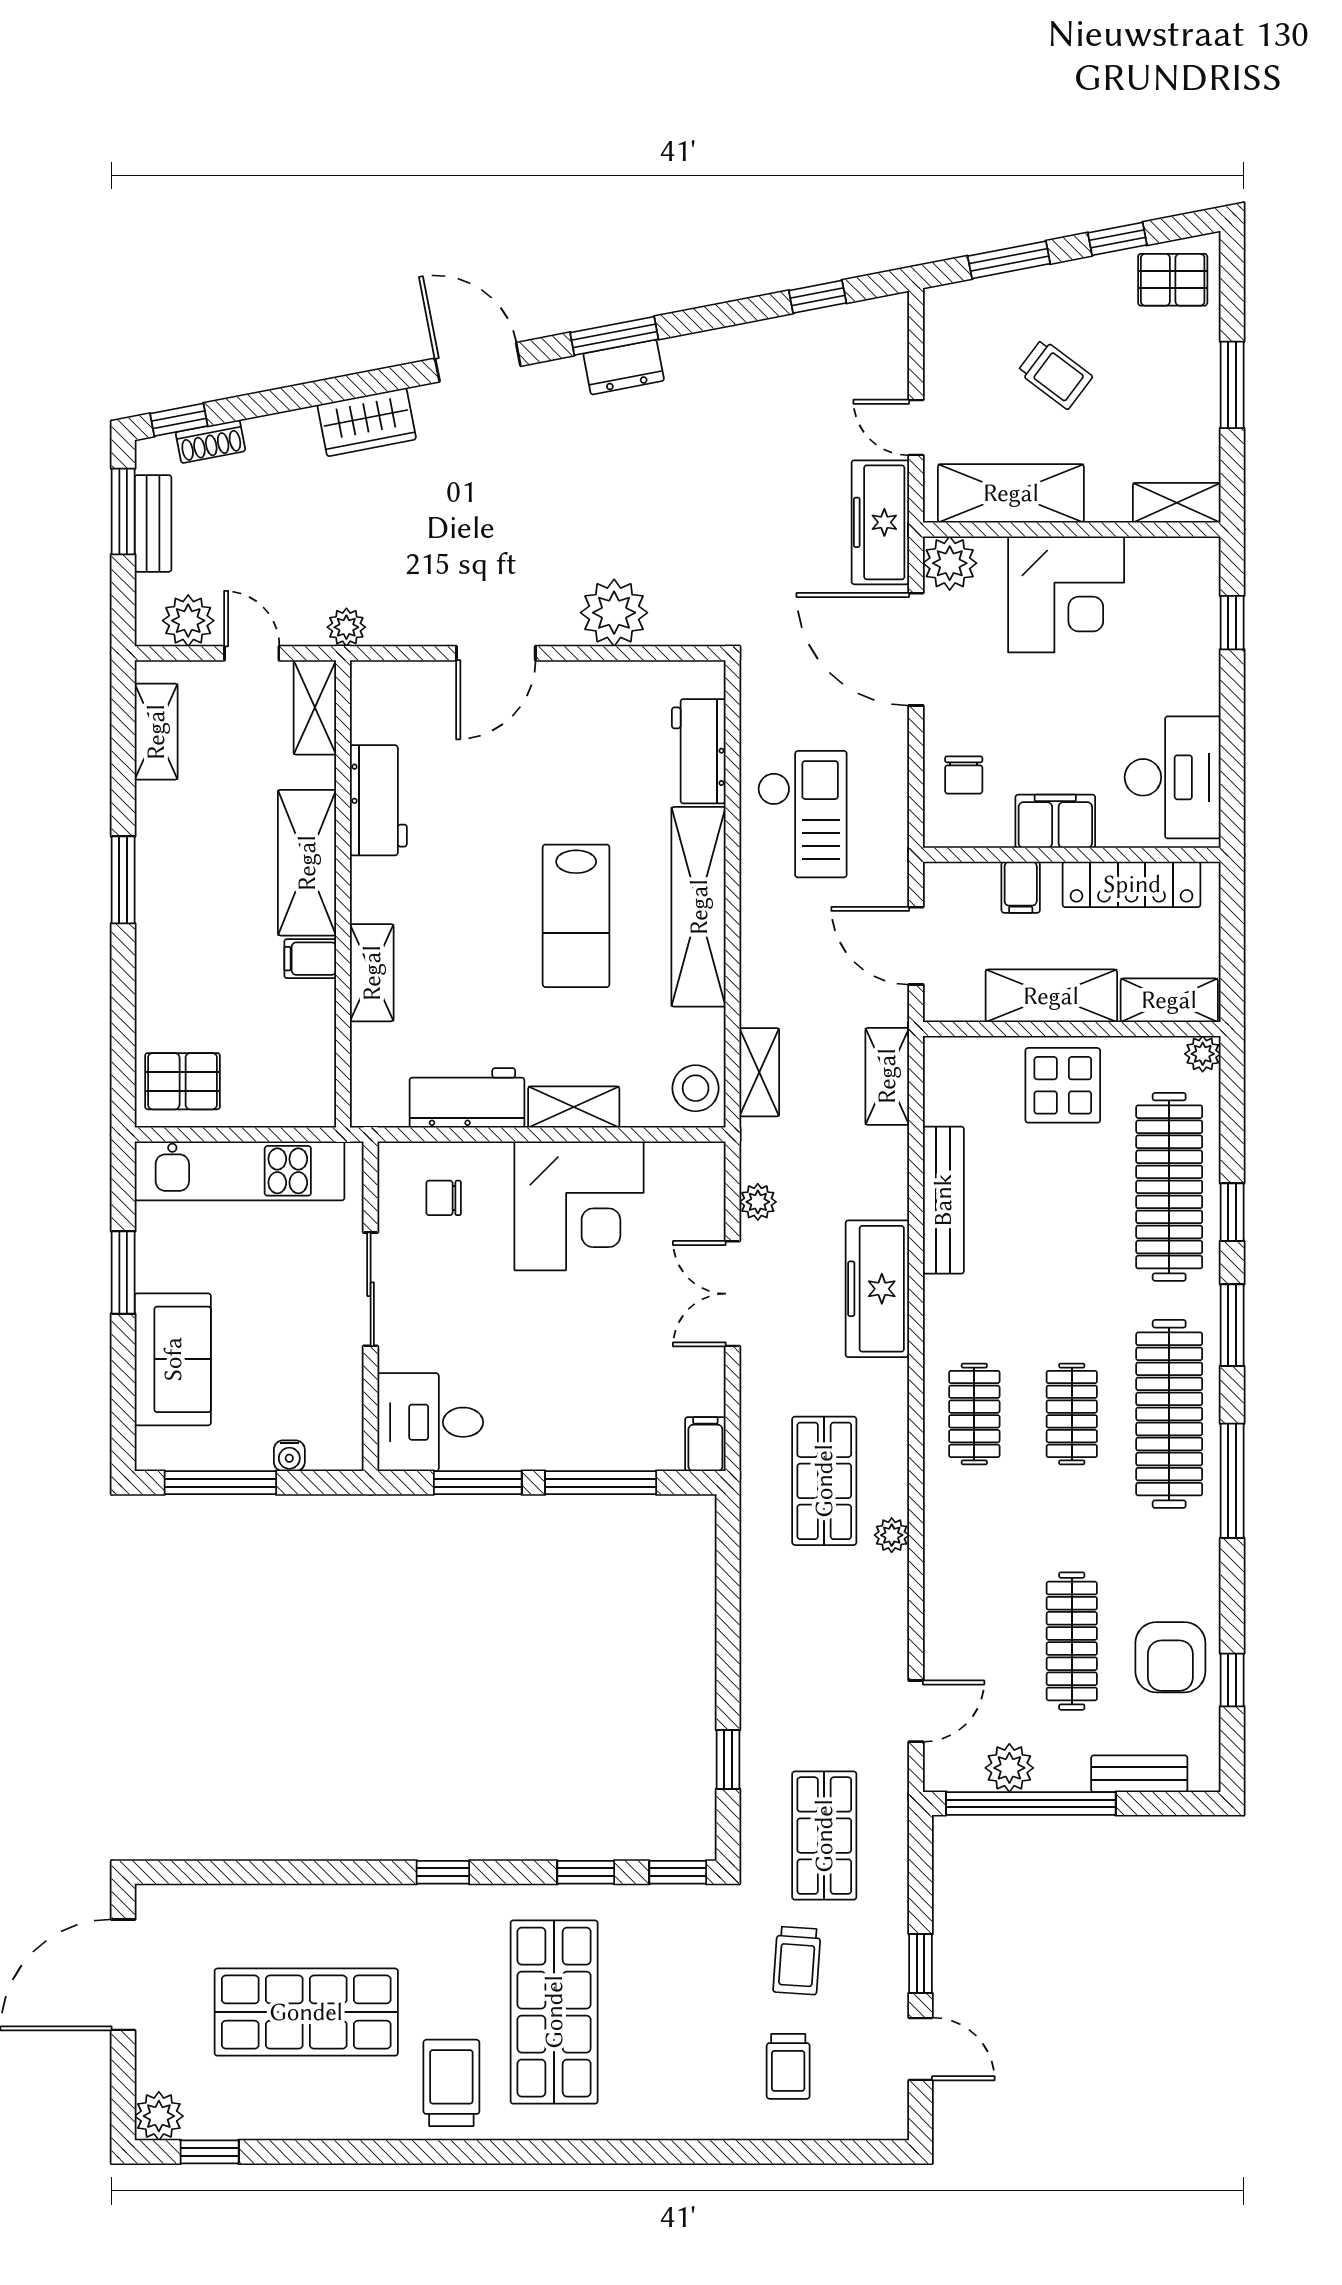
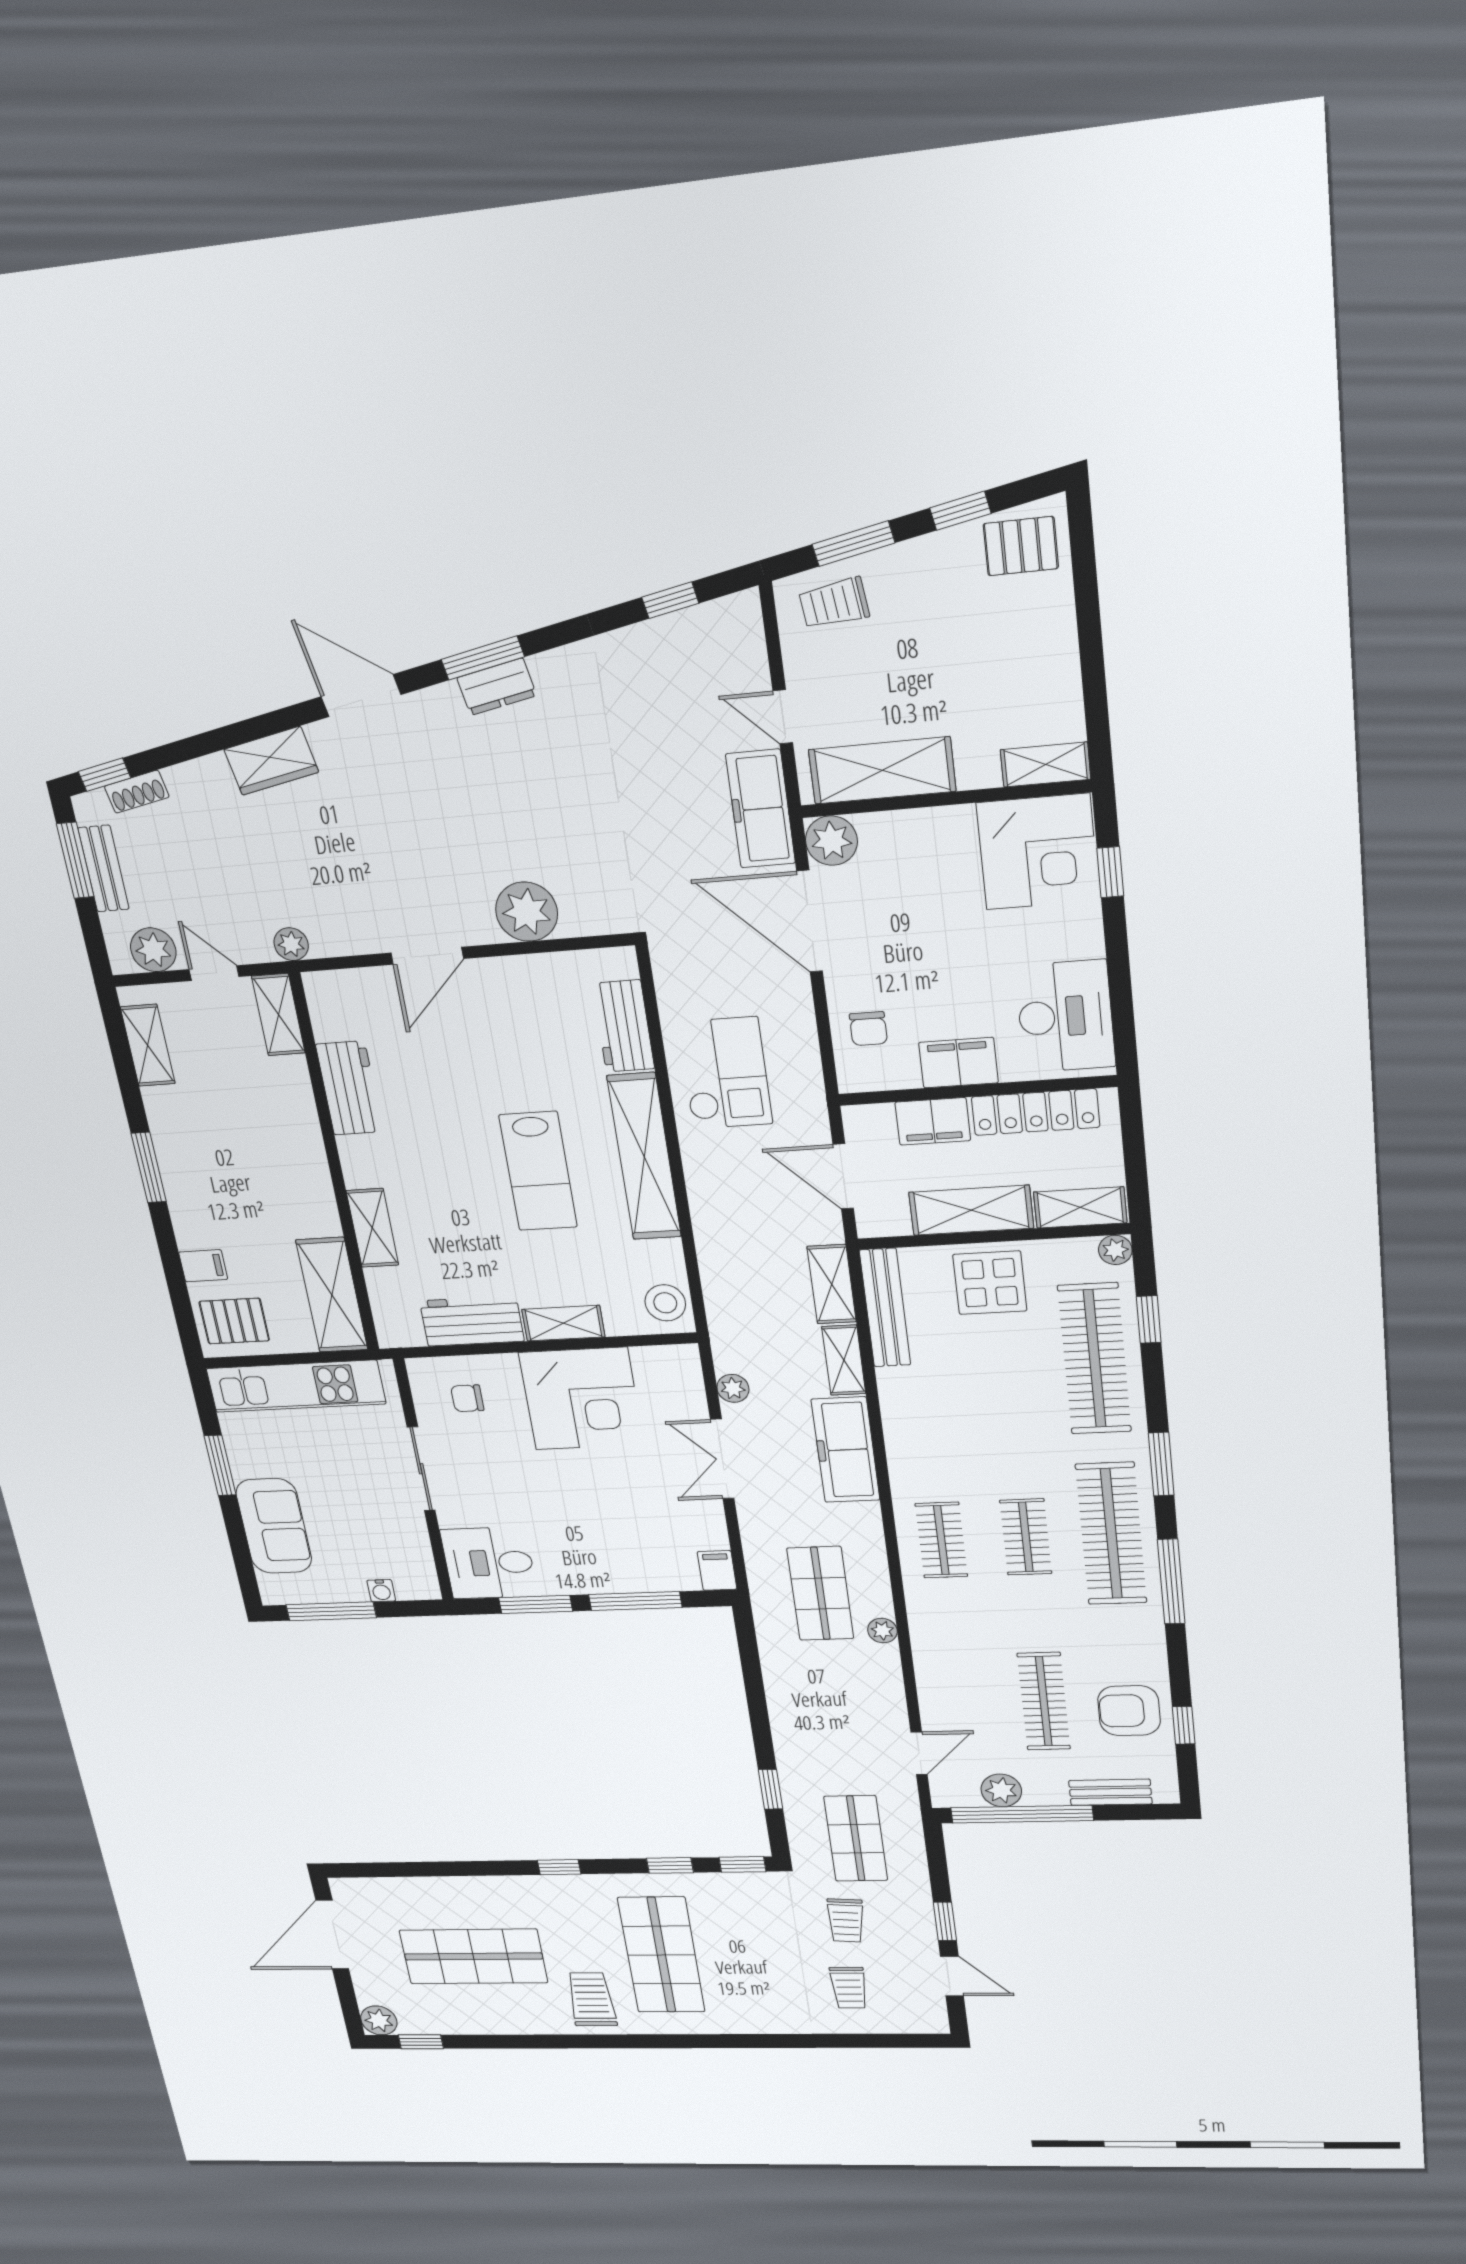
trolley: (1055, 374) -> (834, 603), moved, turned 136
window: (1232, 385) -> (1091, 645), removed
corner desk: (1066, 594) -> (1038, 852), moved
shelving: (307, 863) -> (332, 1295), moved
filing cabinet: (1021, 887) -> (933, 1121), width x2.00
filing cabinet: (310, 959) -> (203, 1266), moved, turned 180
shelving: (759, 1072) -> (844, 1360), moved
bench: (943, 1200) -> (885, 1308), moved
window: (1232, 1212) -> (1149, 1319), moved
armchair: (1170, 1657) -> (1129, 1711), turned 90

